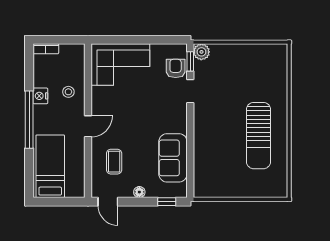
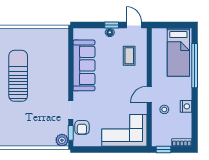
window: (70, 40) -> (163, 149), added
window: (29, 120) -> (195, 66), moved
door: (88, 126) -> (149, 95), moved
sofa: (173, 158) -> (84, 65), width x1.36
window: (167, 202) -> (112, 25), moved

